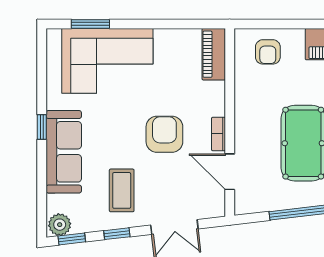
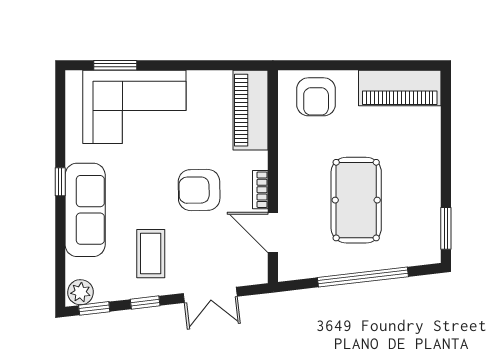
armchair: (268, 52) -> (316, 97), width x1.38, depth x1.38
piano: (214, 54) -> (251, 110), width x1.37, depth x1.33
armchair: (164, 134) -> (199, 190), turned -91

